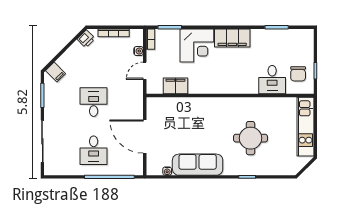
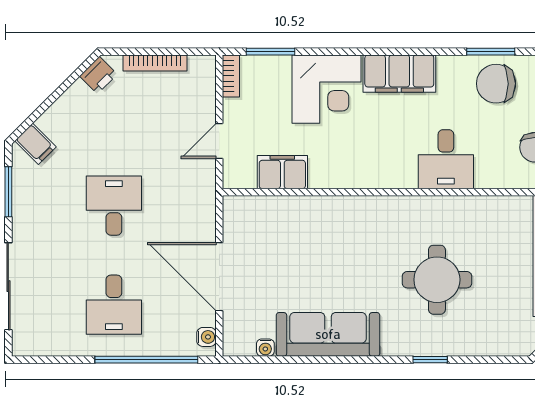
chair: (279, 43) -> (496, 84), added
water cooler: (139, 51) -> (206, 337), moved
desk: (272, 80) -> (446, 159), moved

